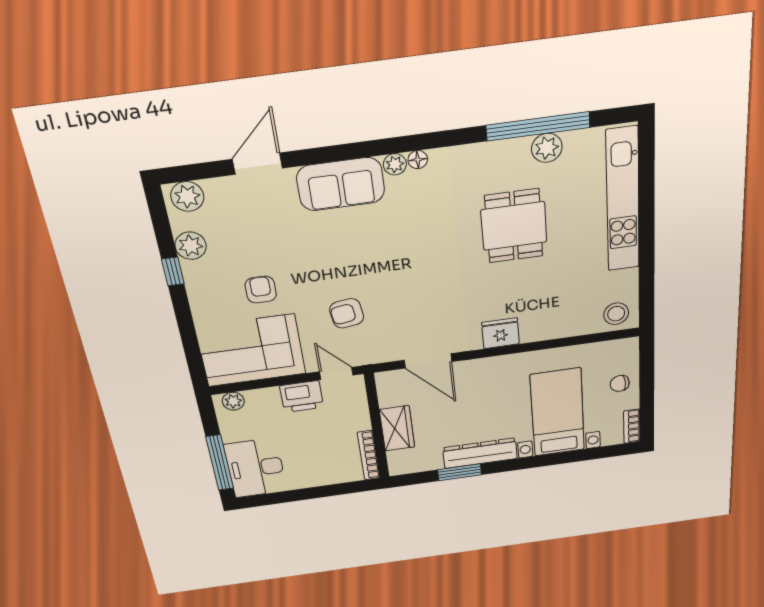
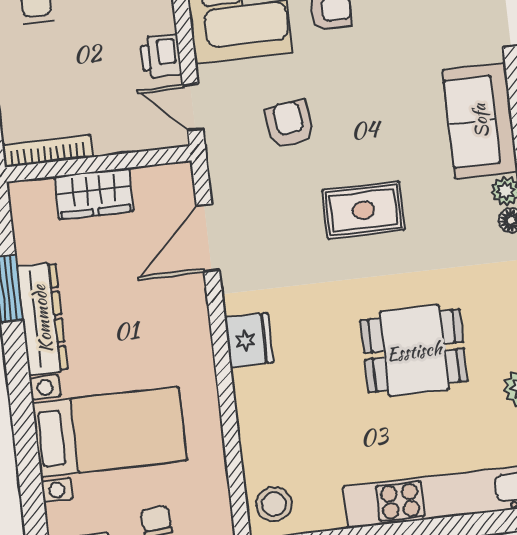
rug: (409, 263) -> (363, 210), added
door: (336, 373) -> (193, 107), swing flipped
printer: (302, 397) -> (161, 56), width x0.73, depth x0.81

